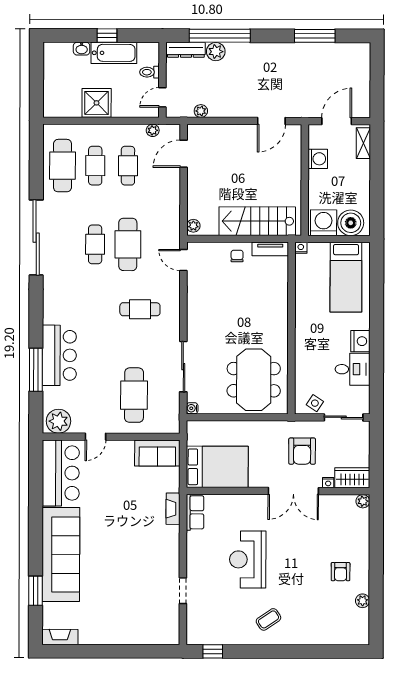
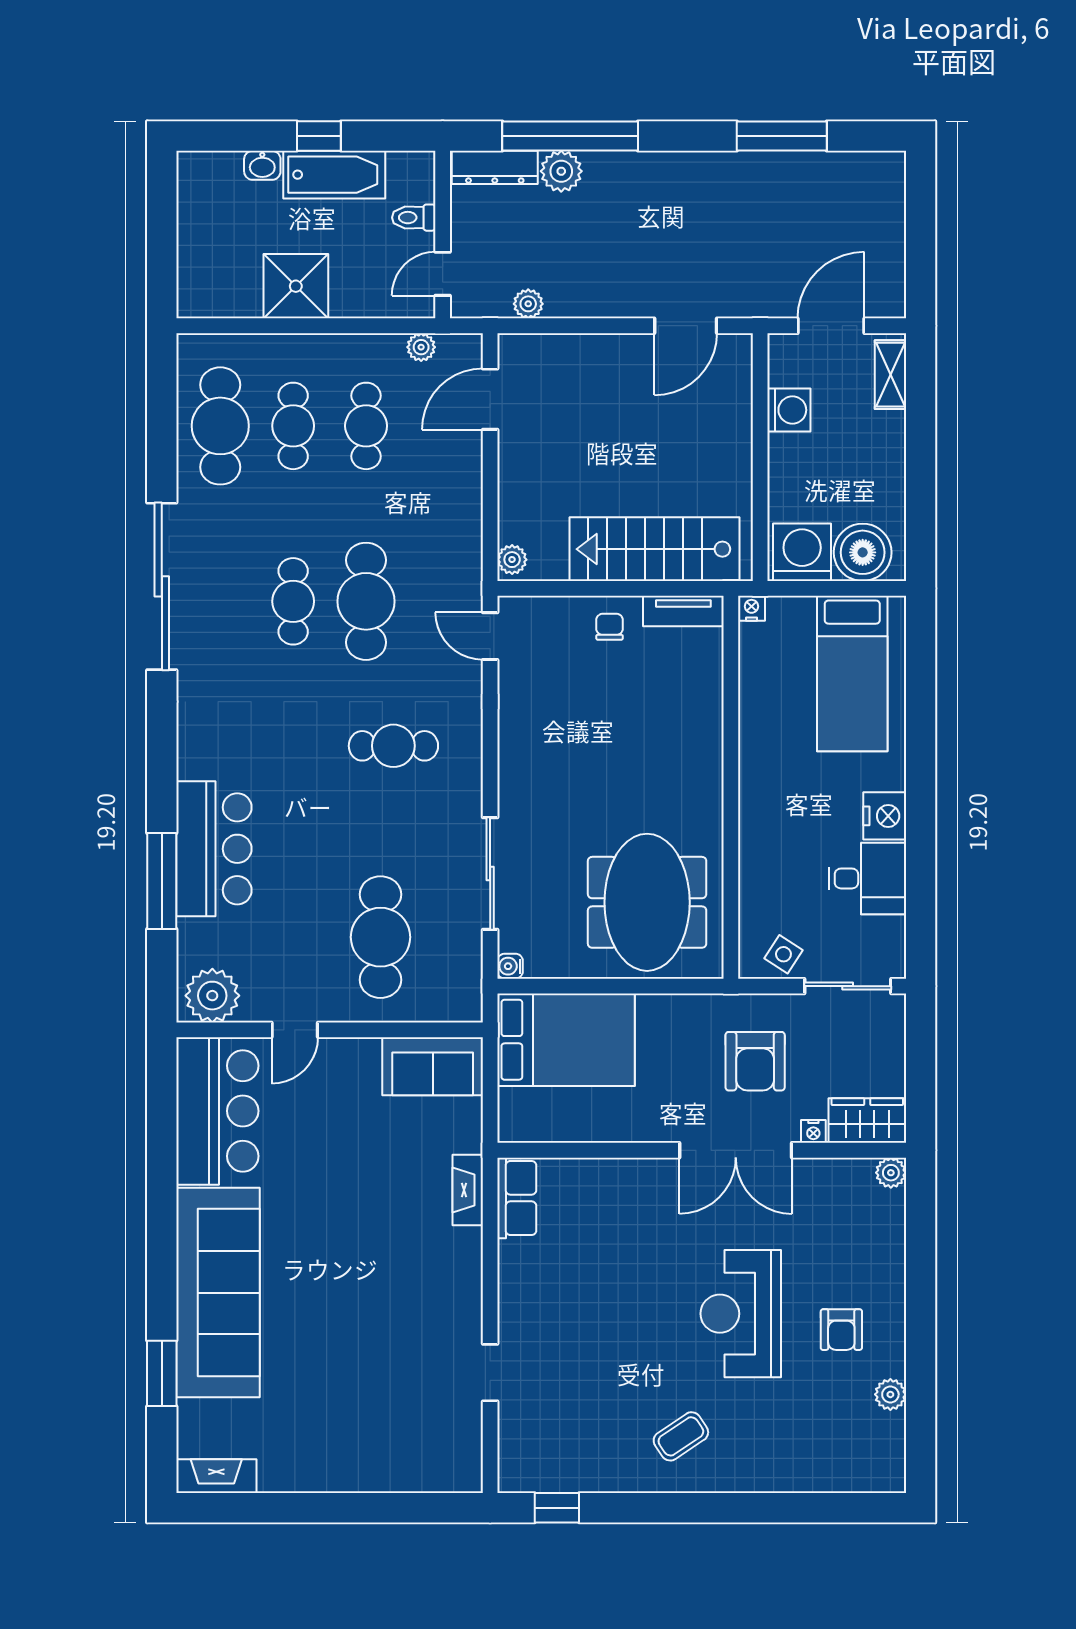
bed: (217, 467) -> (566, 1040), moved
reception desk: (248, 559) -> (741, 1314), moved

